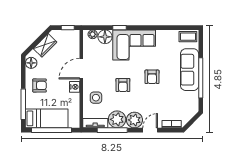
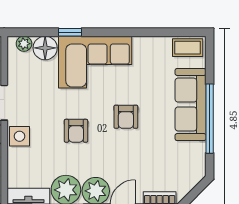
side table: (96, 98) -> (20, 136), moved

